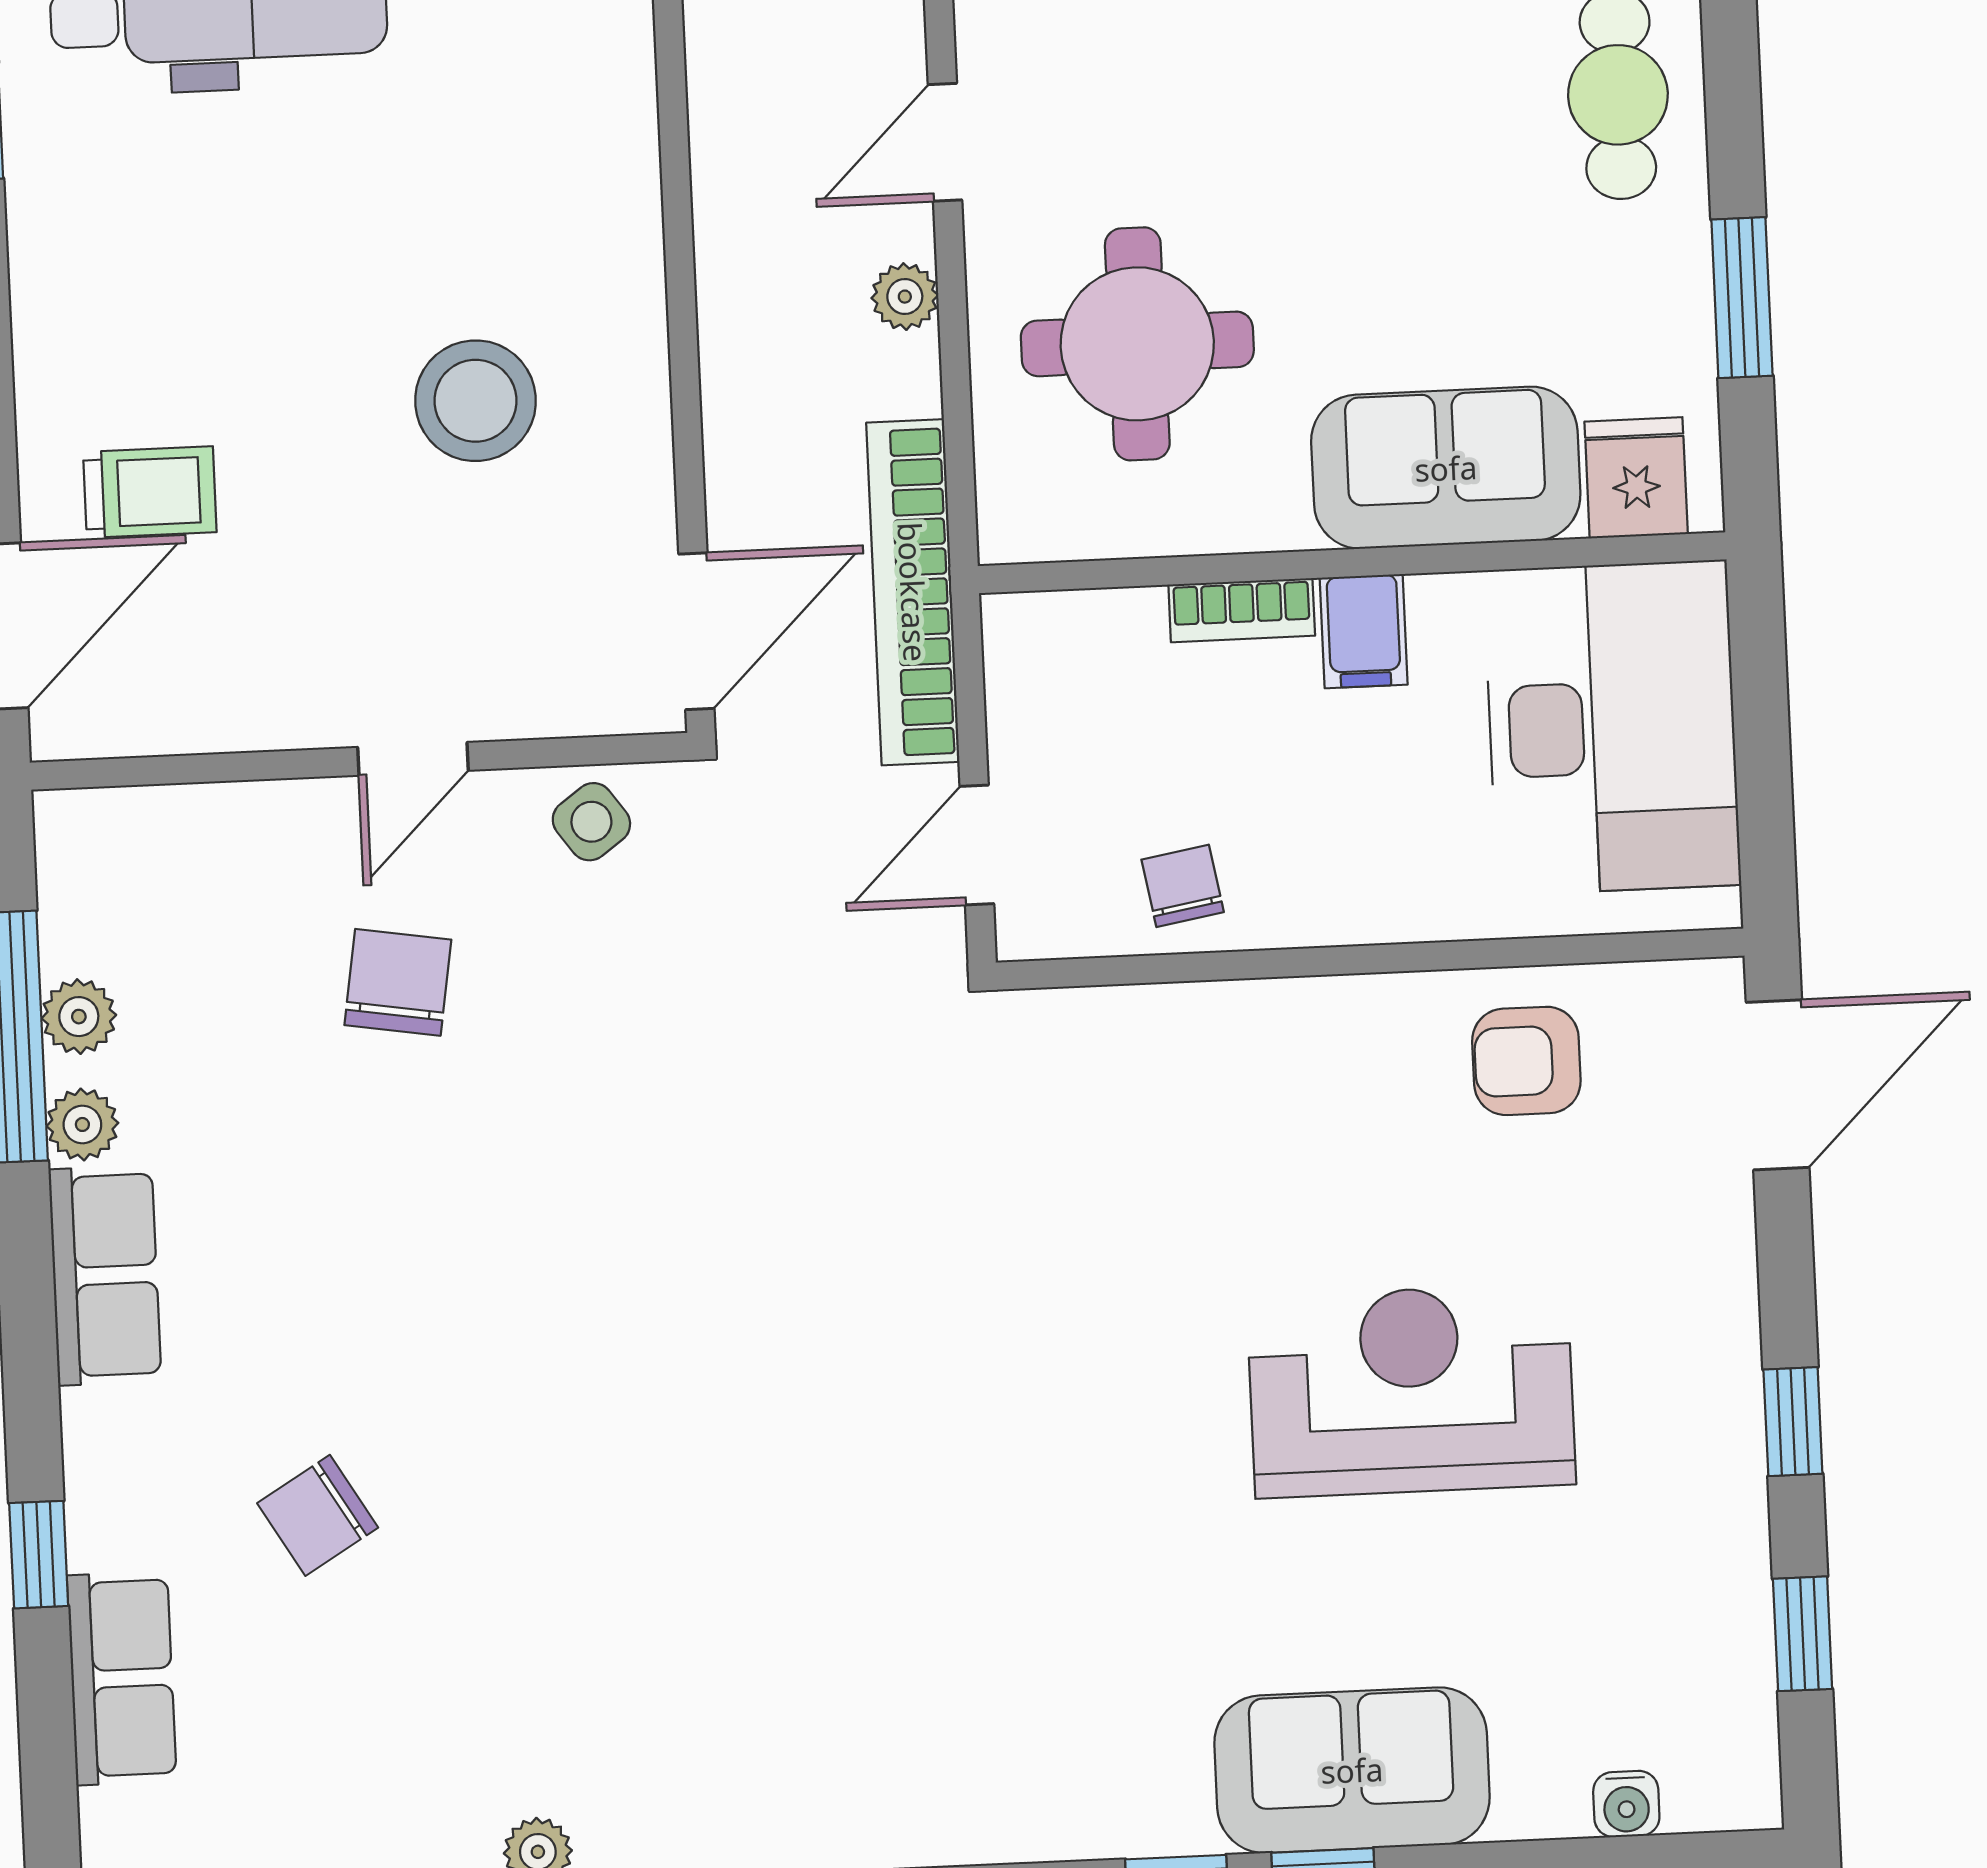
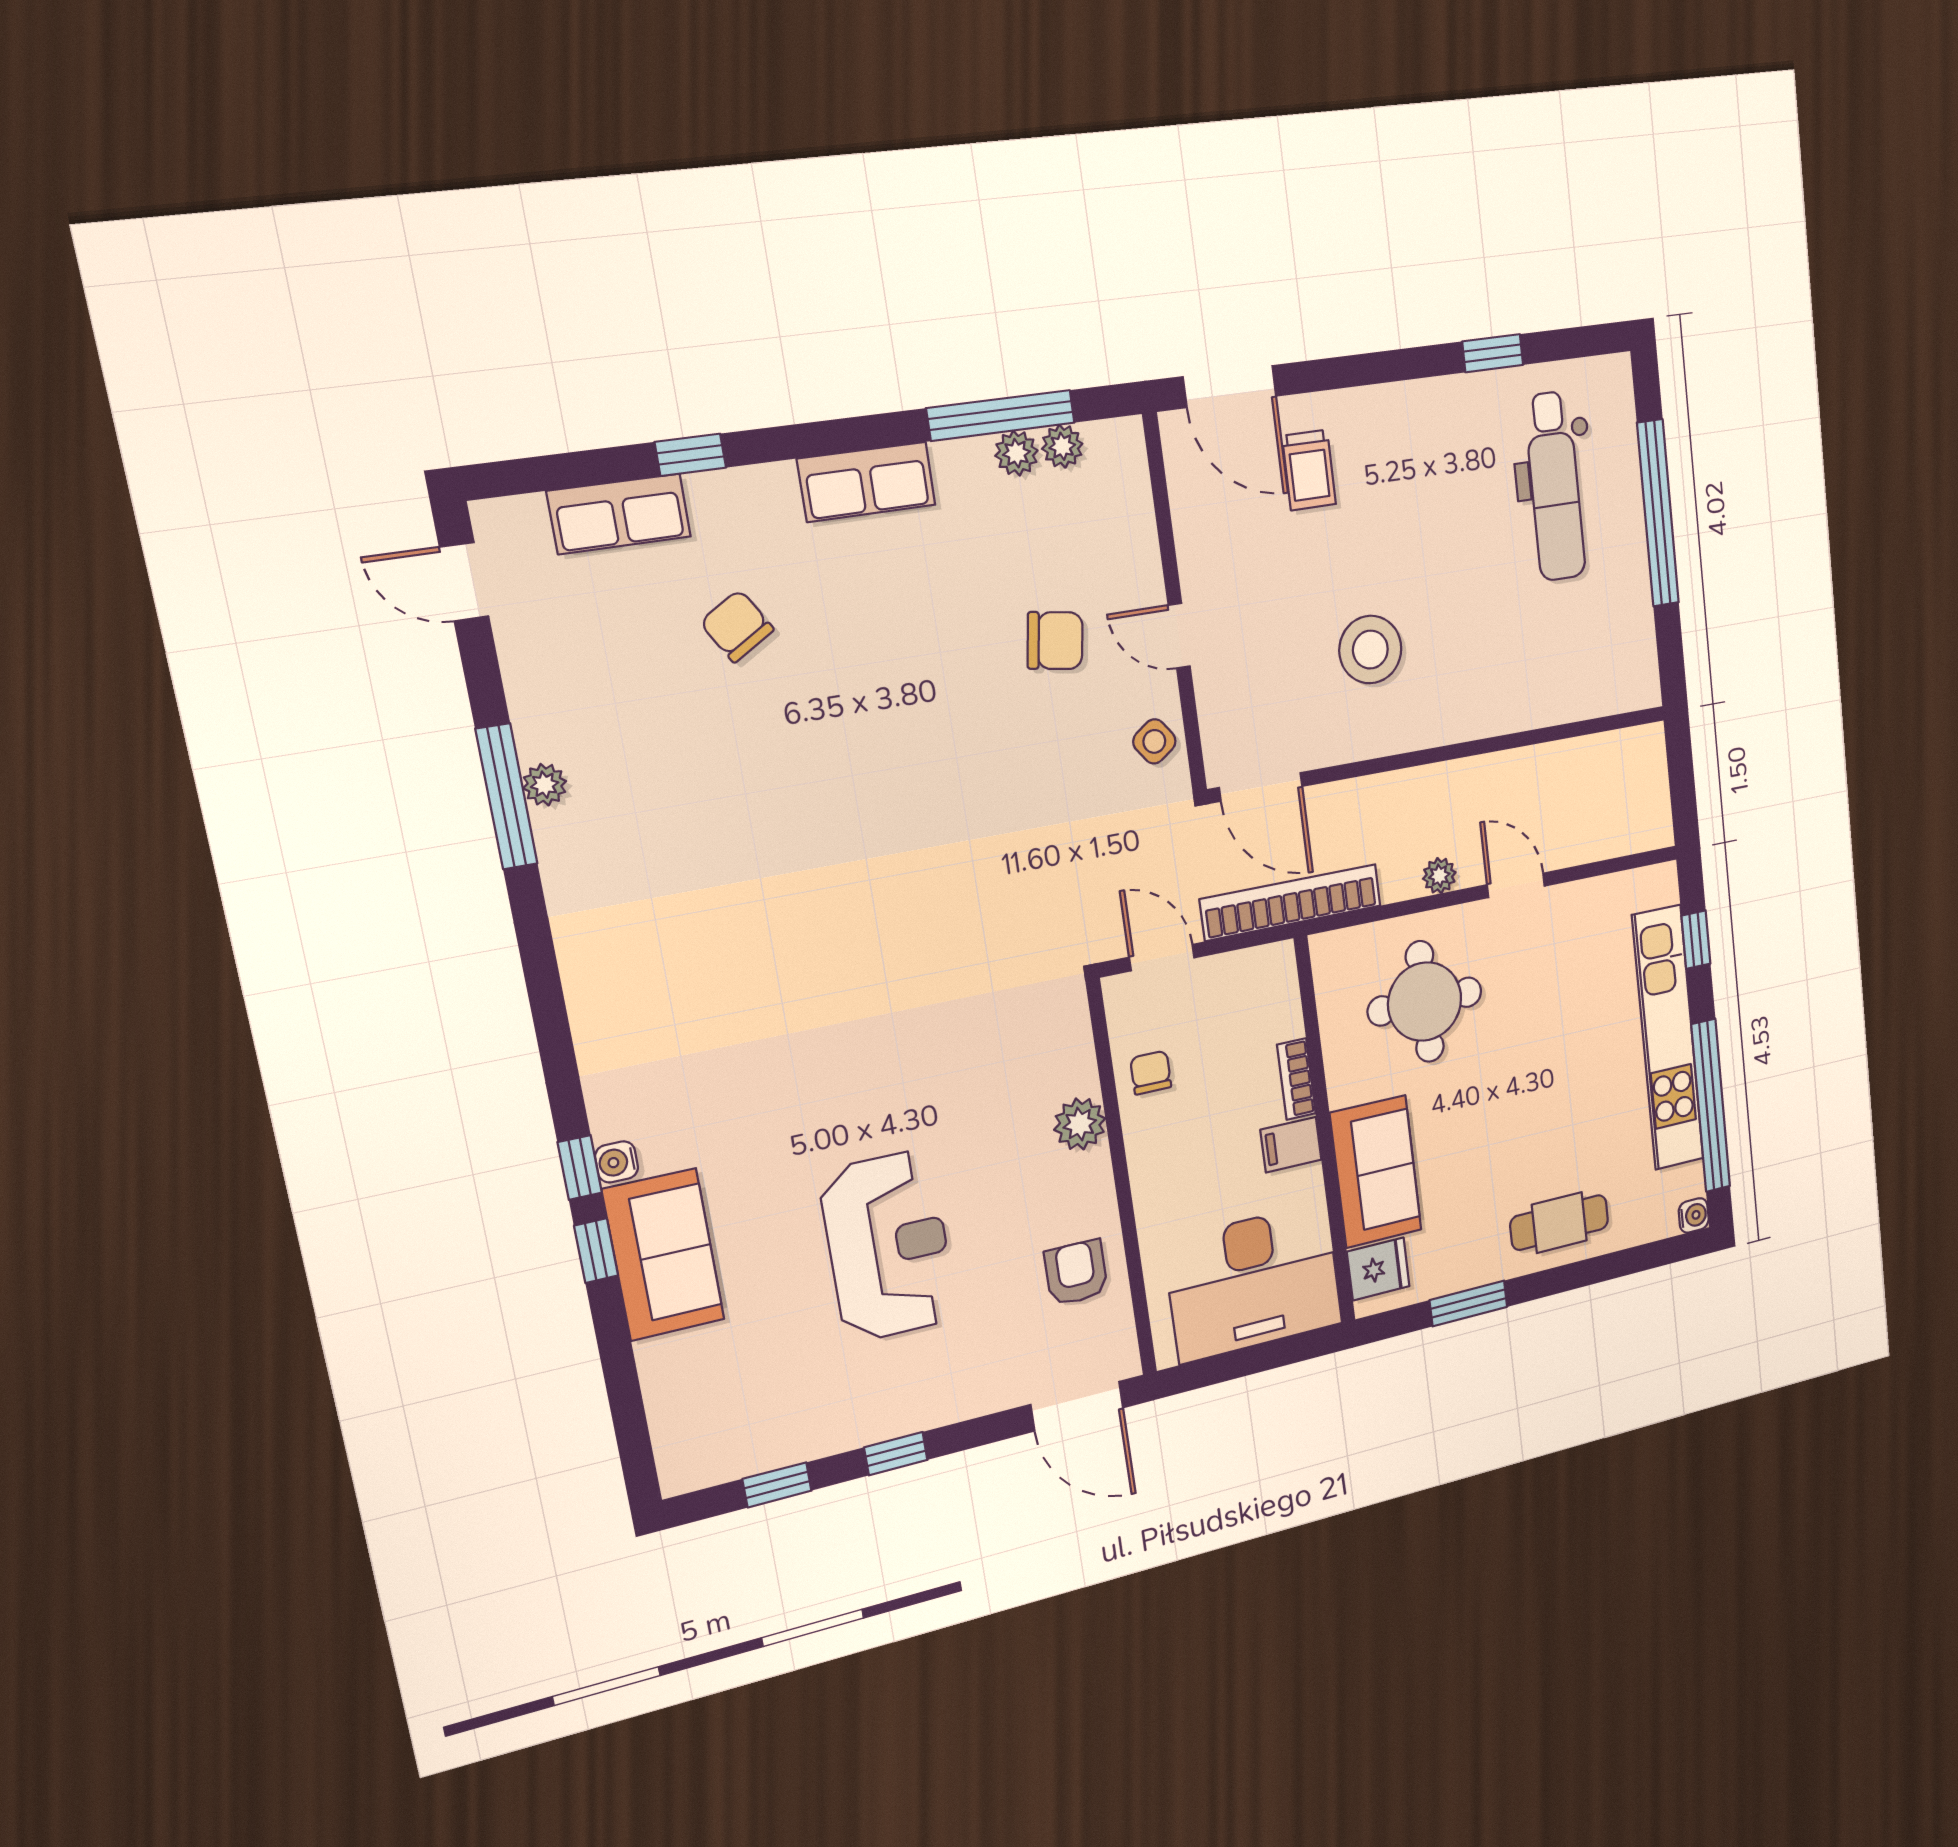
chair: (1183, 886) -> (1151, 1073), turned -80
plant: (1254, 1026) -> (1080, 1124), added
plant: (82, 1124) -> (1062, 446), moved
water cooler: (1626, 1804) -> (617, 1162), moved

